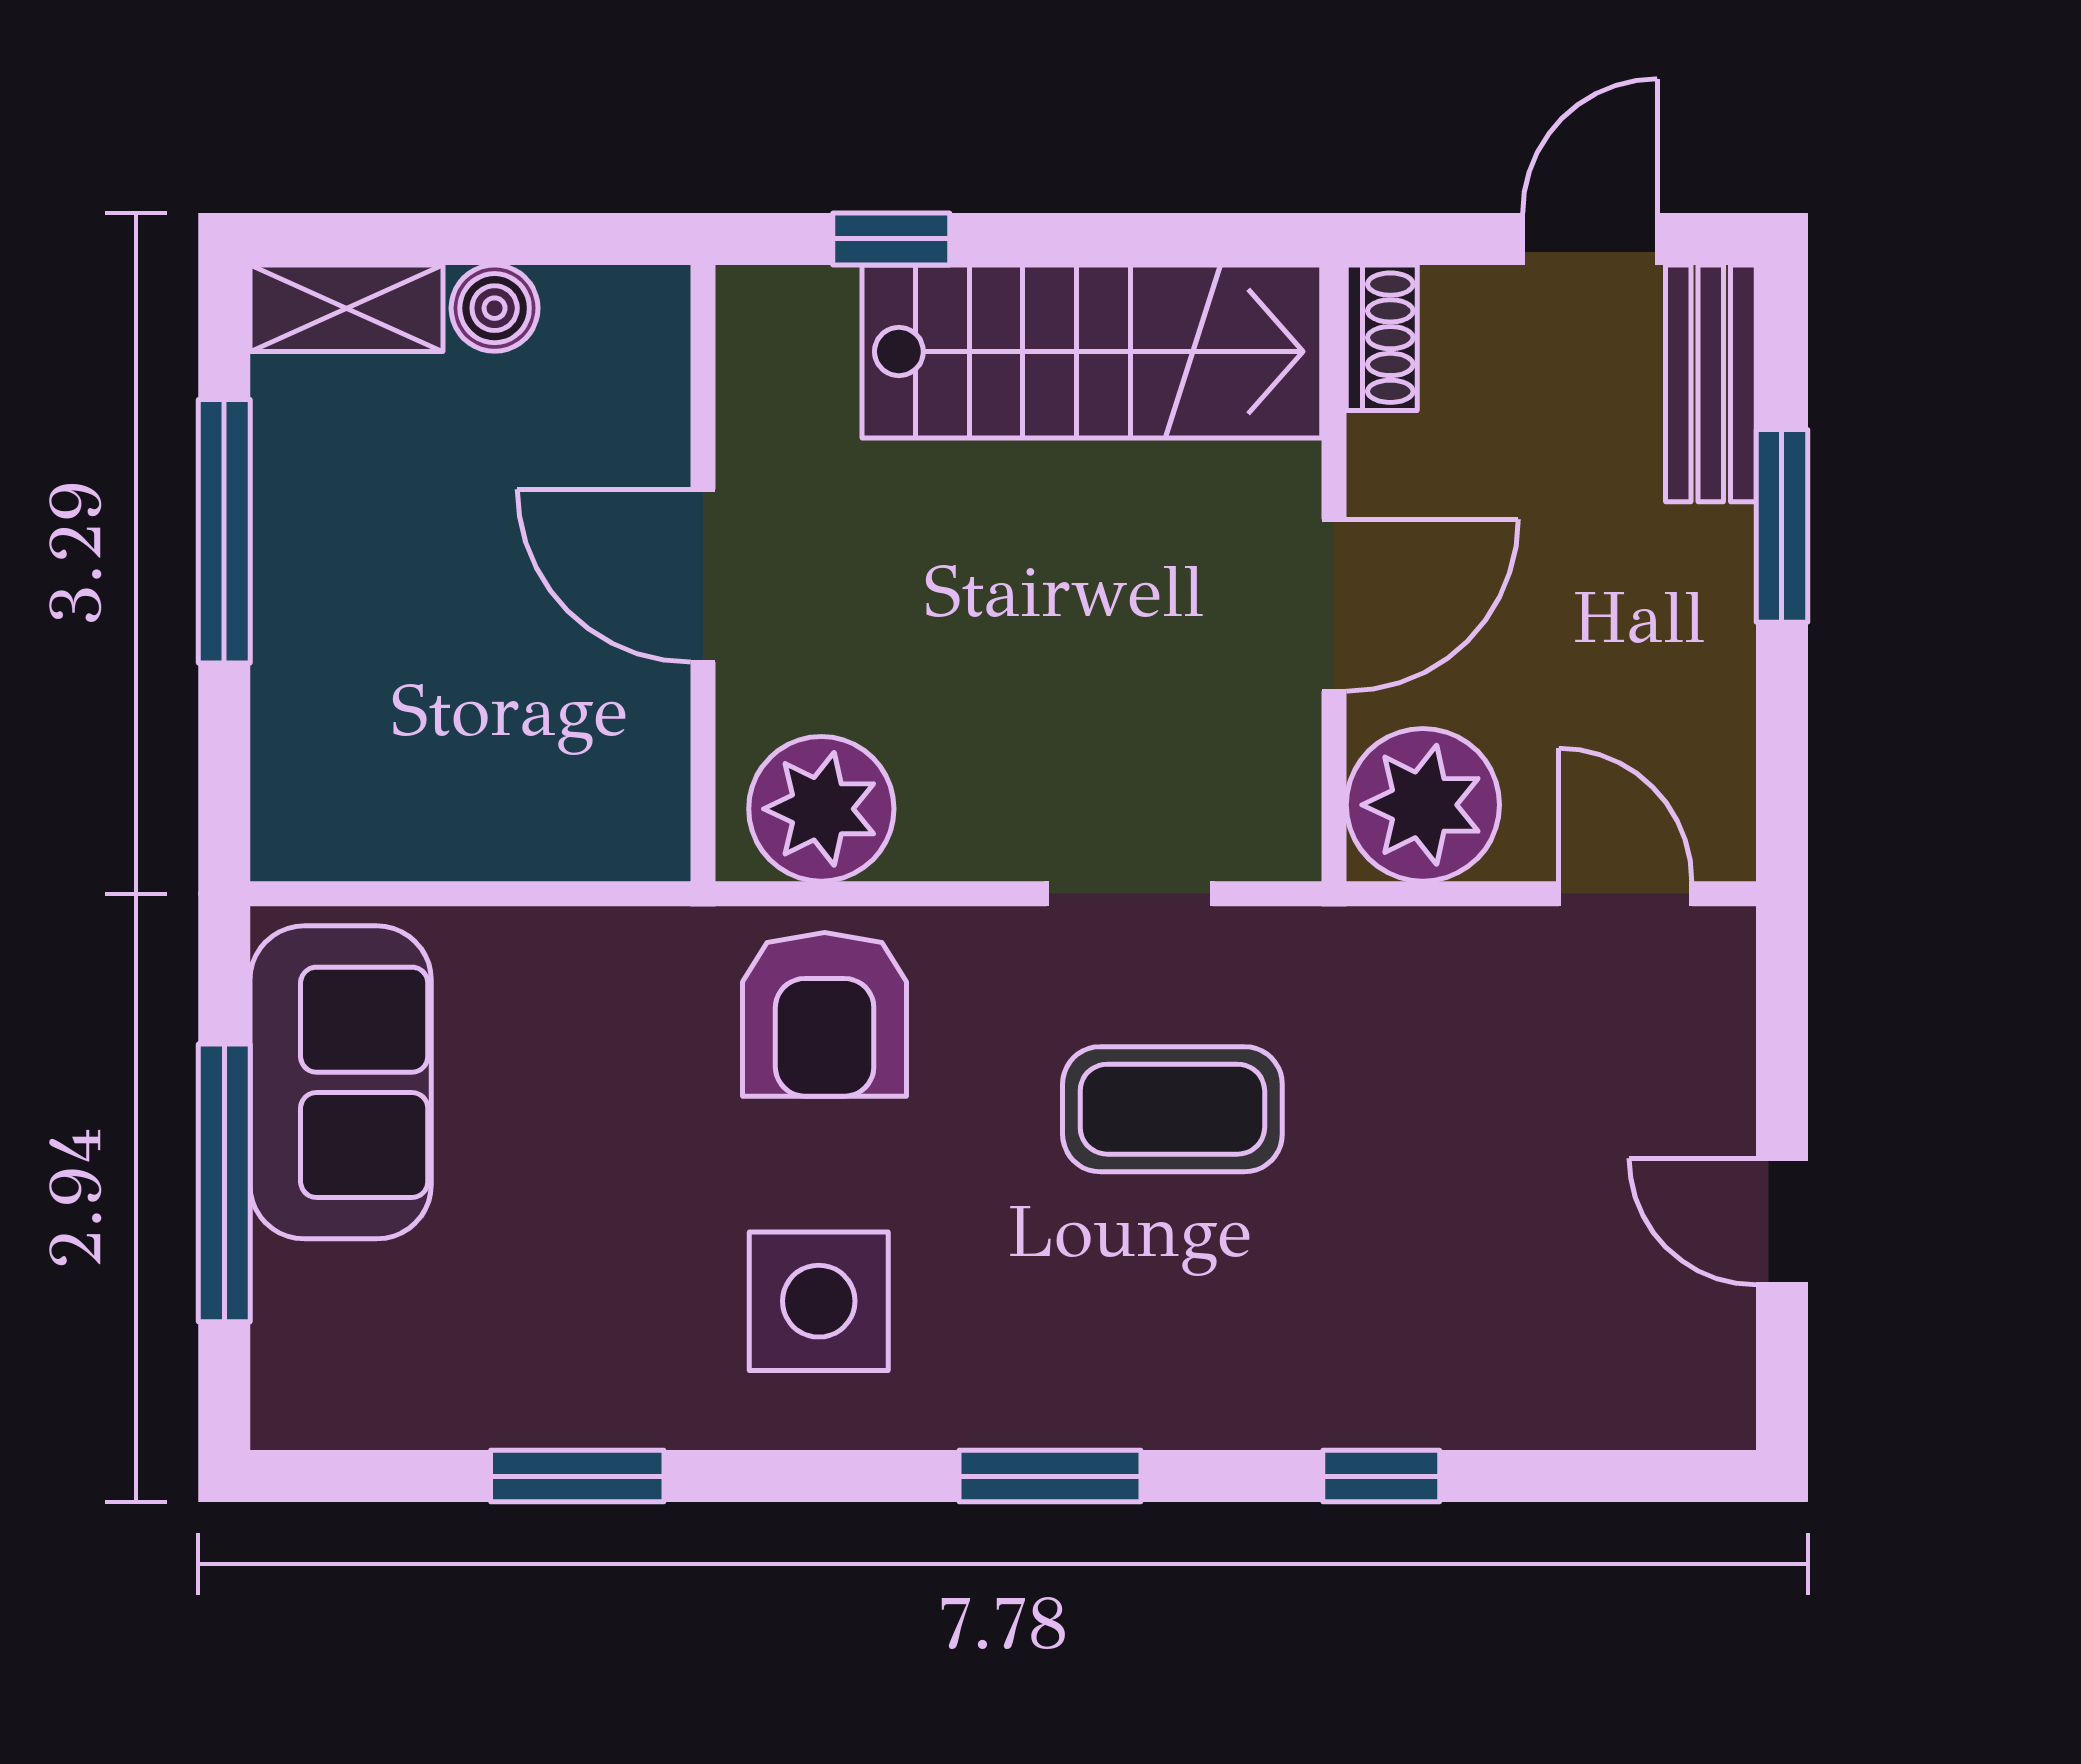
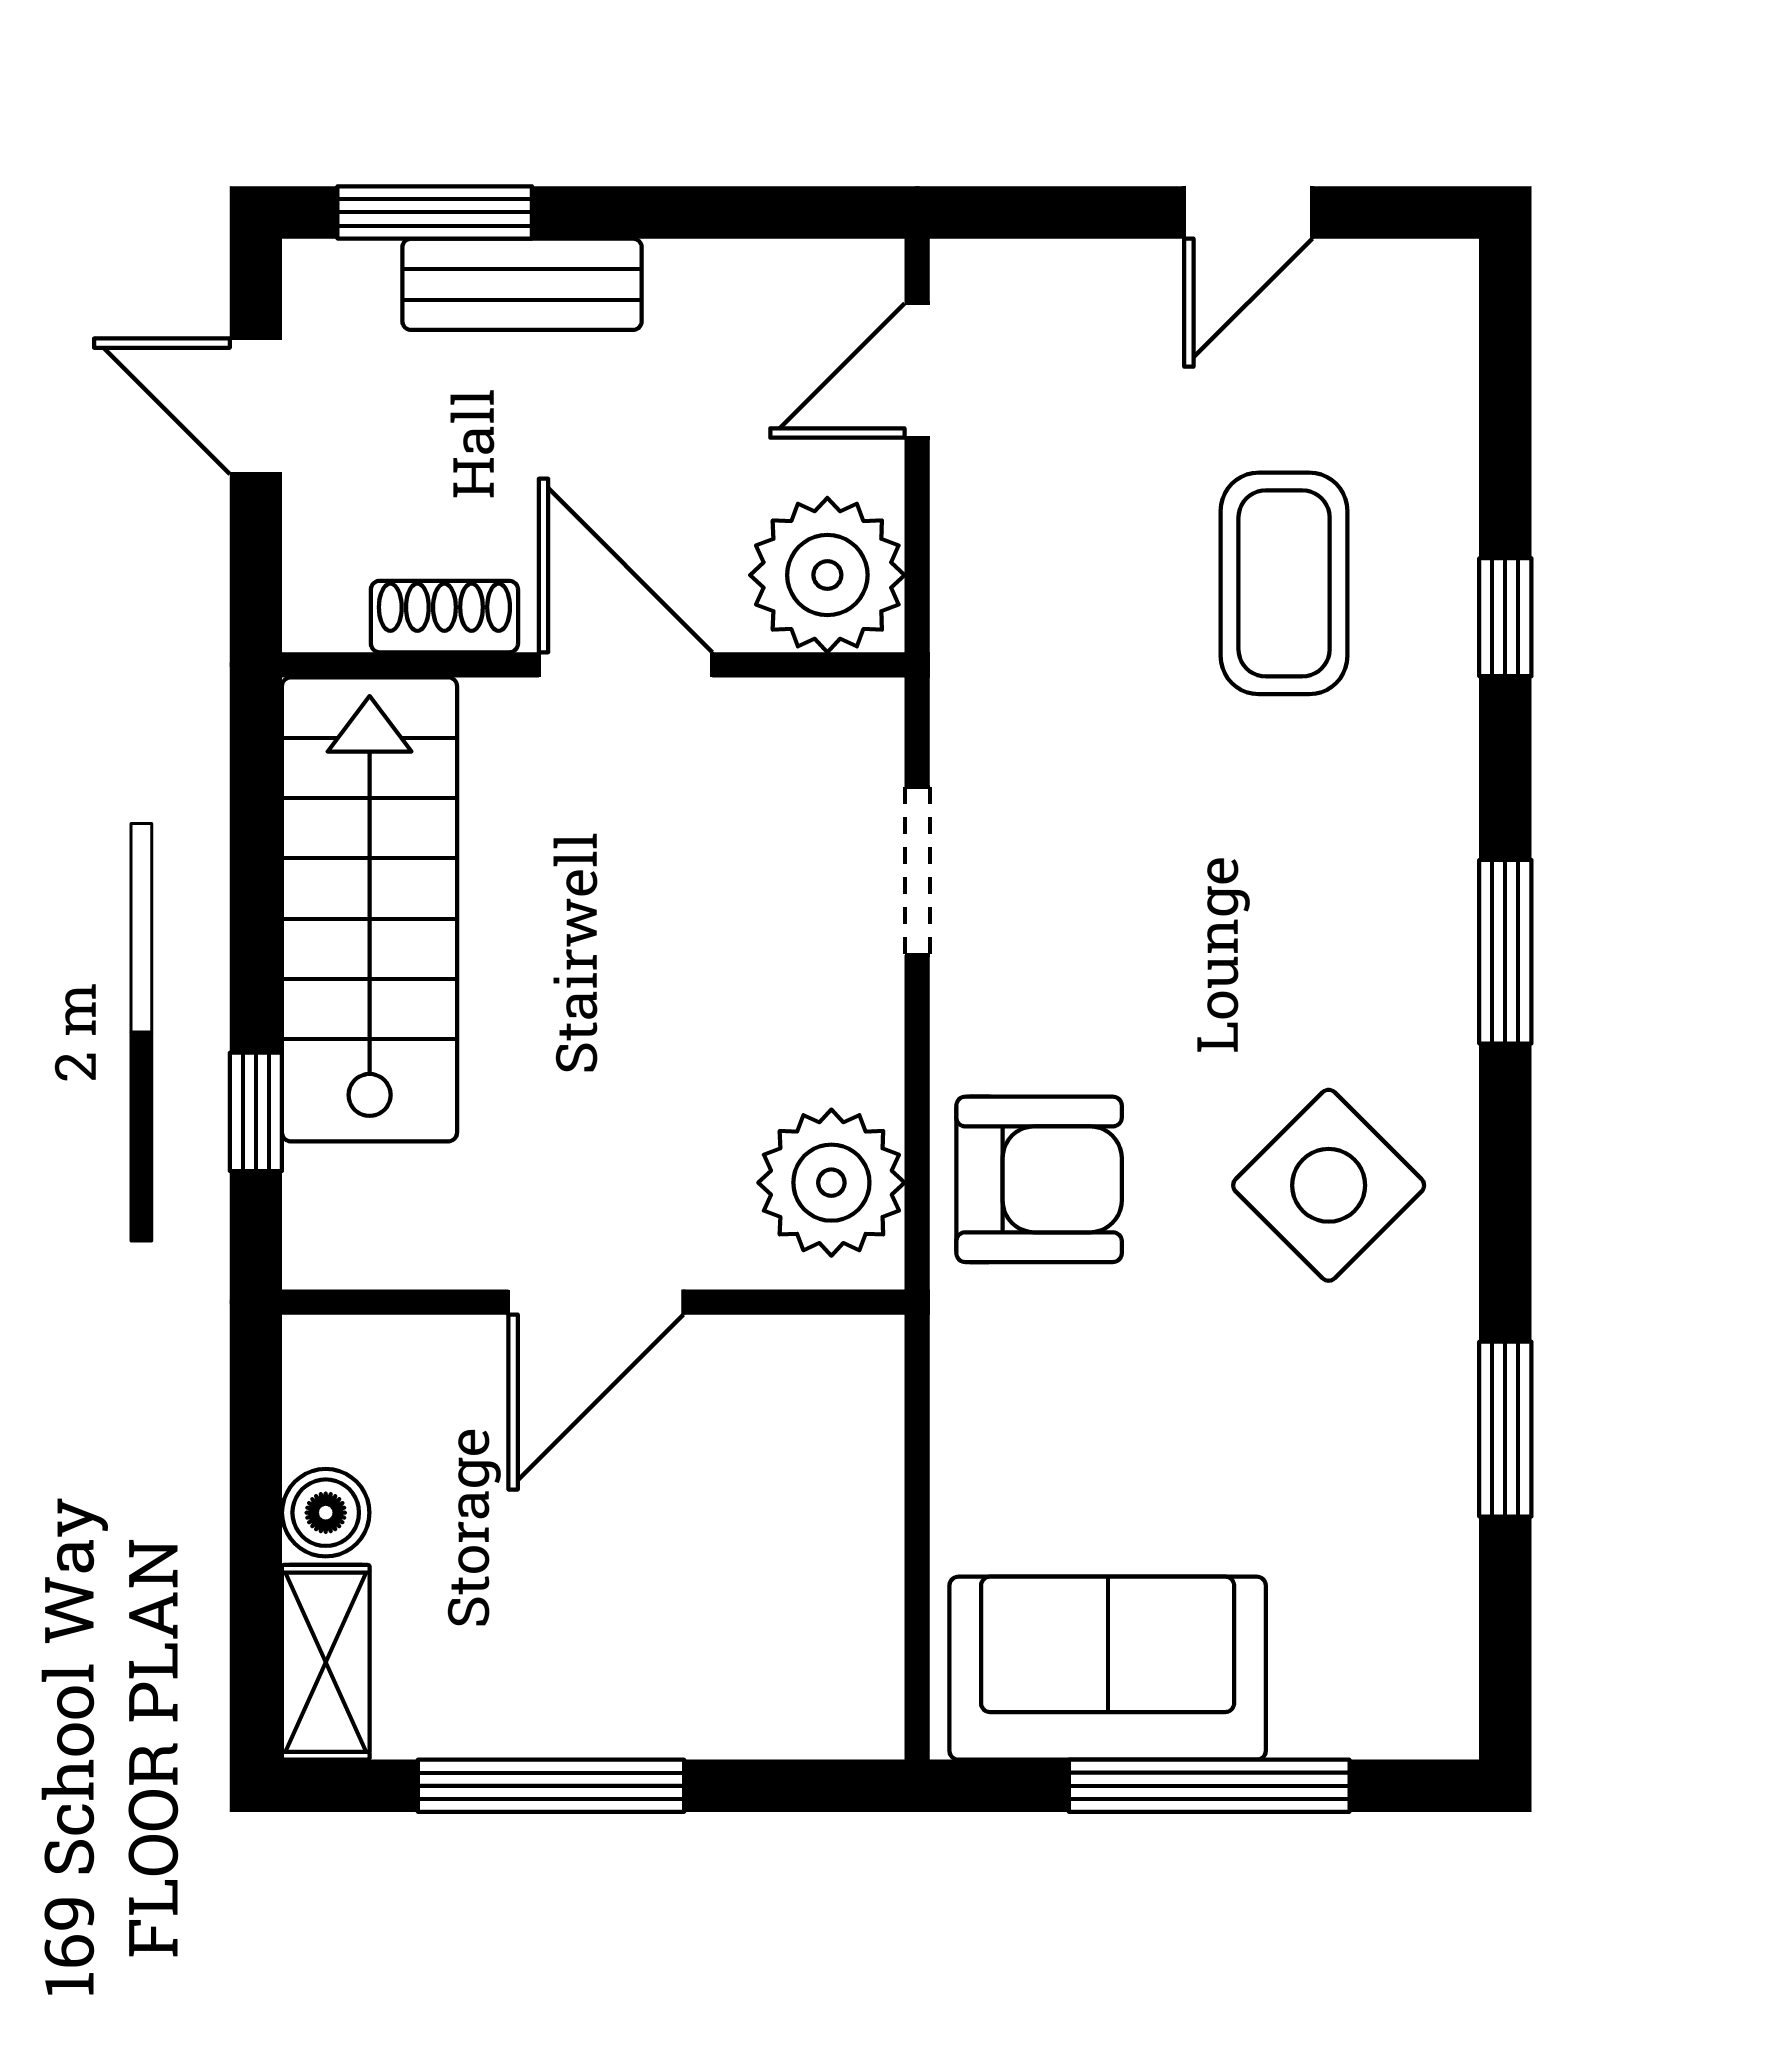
shoe rack: (1382, 338) -> (444, 617), moved
bench: (1711, 383) -> (522, 284), moved
window: (1782, 526) -> (435, 212), moved
coffee table: (1172, 1109) -> (1284, 583), moved
side table: (819, 1301) -> (1329, 1185), turned 45

